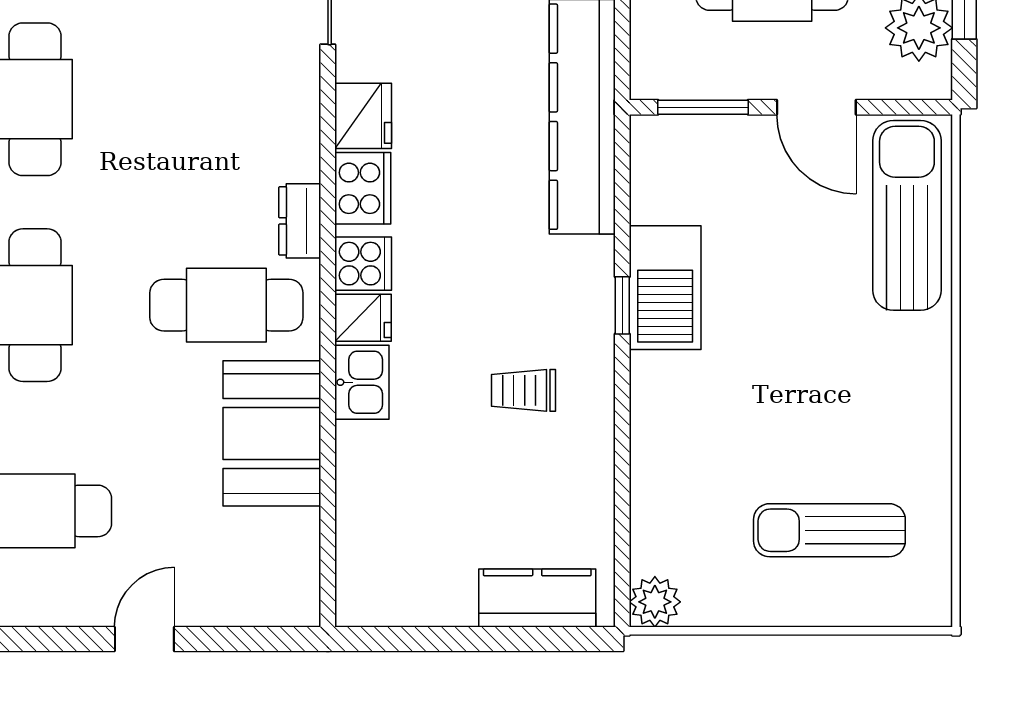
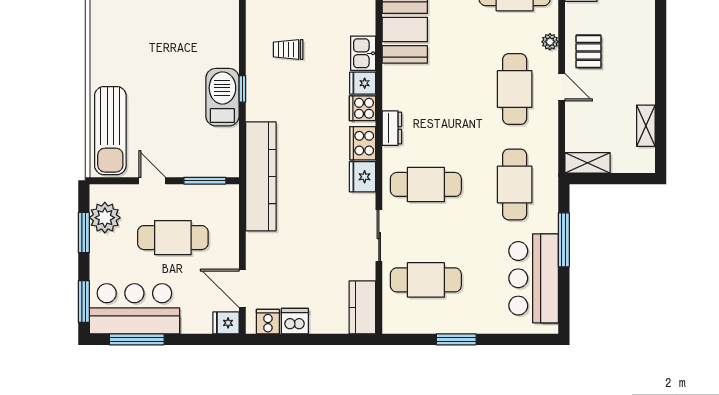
door: (816, 107) -> (152, 181), width x0.73
cafe table: (226, 305) -> (426, 184), moved
trolley: (524, 390) -> (288, 49), turned 180

